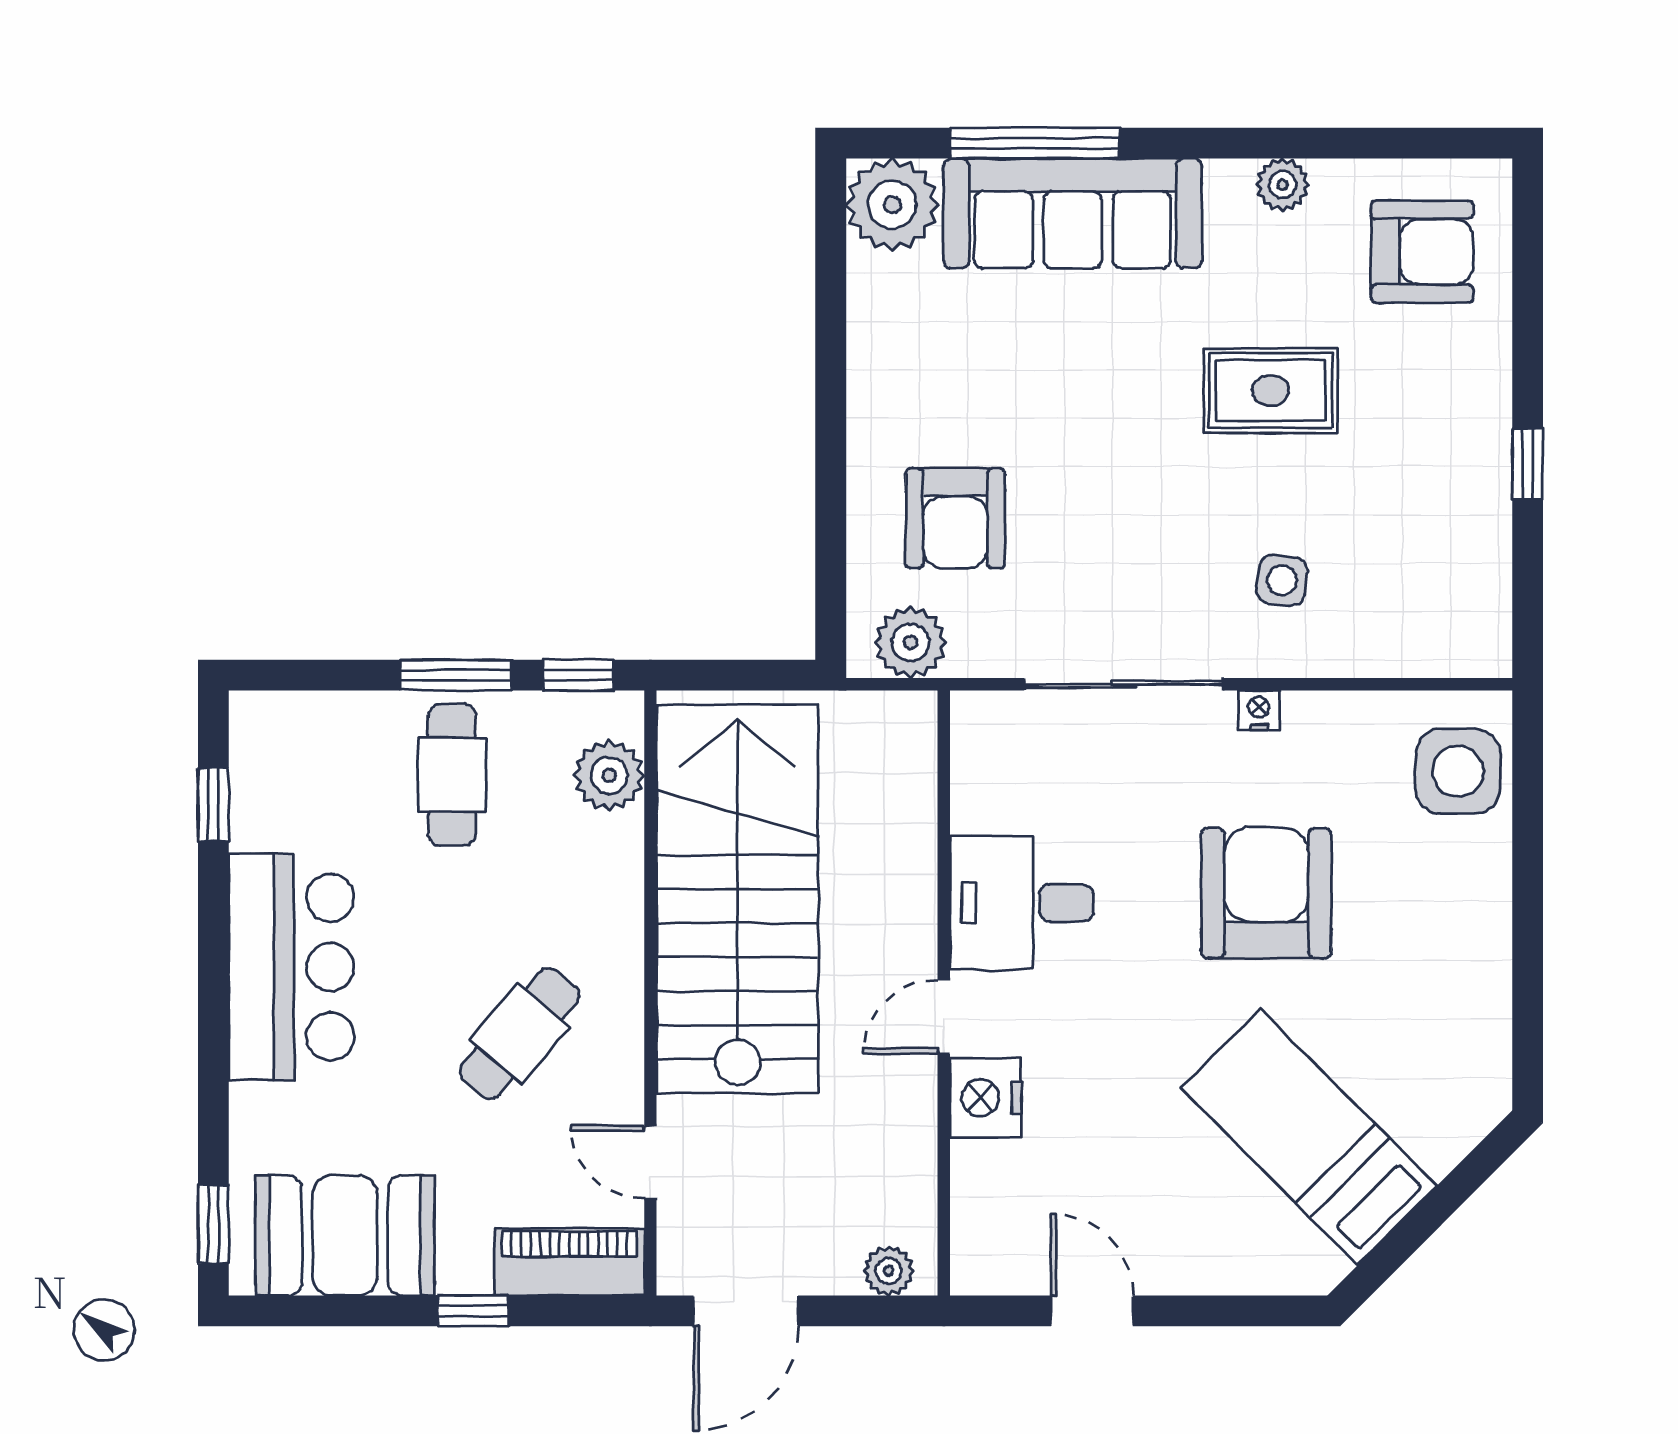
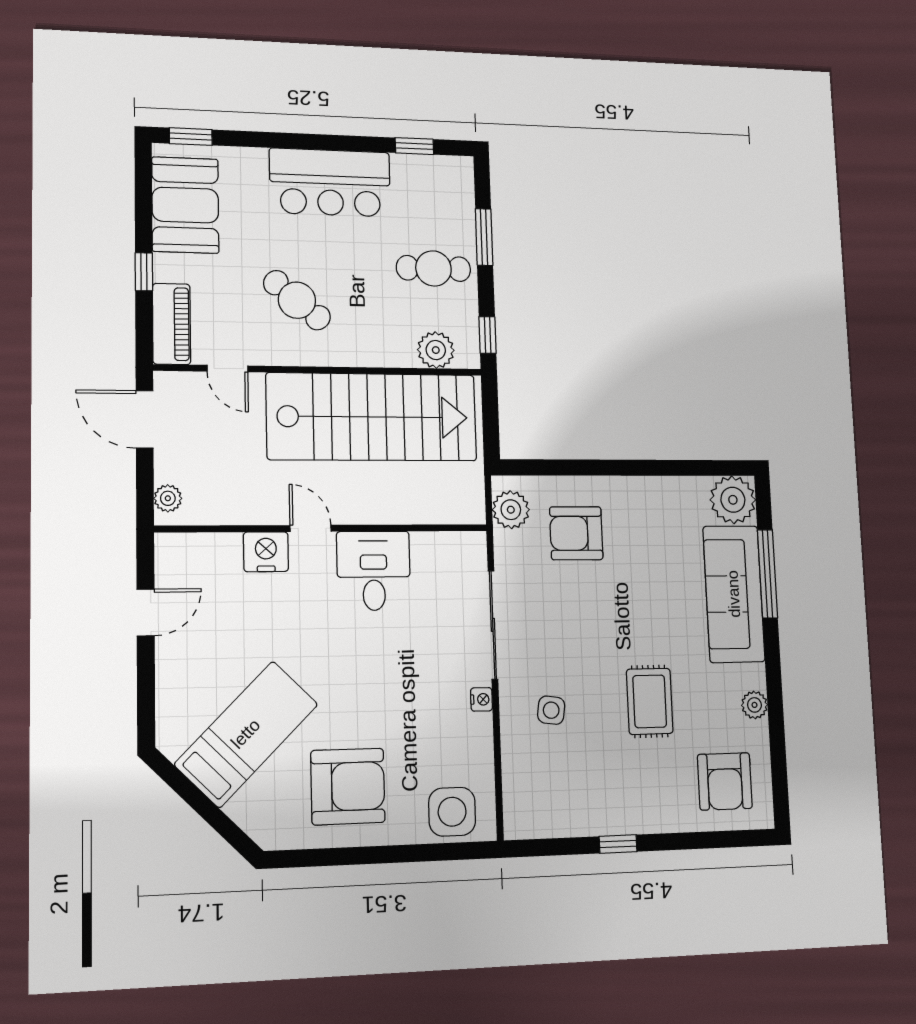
window: (456, 675) -> (484, 237), moved
armchair: (1266, 893) -> (348, 786), moved
door: (650, 1162) -> (228, 369), swing flipped

